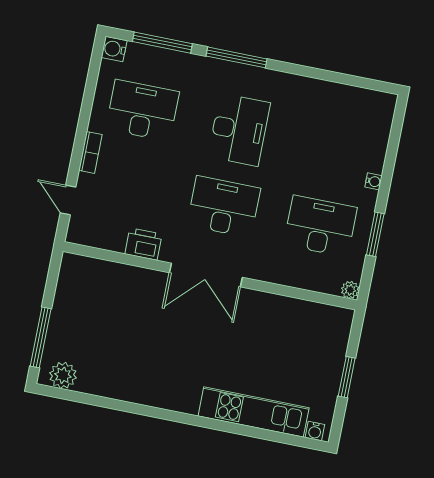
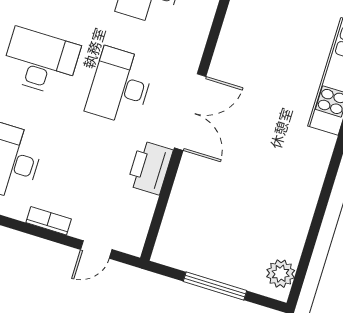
printer: (143, 244) -> (150, 168), width x1.37, depth x1.19
window: (41, 337) -> (215, 286), moved

